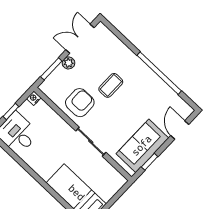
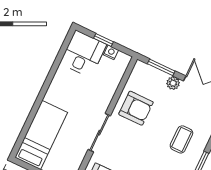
coffee table: (111, 85) -> (181, 139), moved, turned 90
nightstand: (34, 98) -> (111, 52), moved

